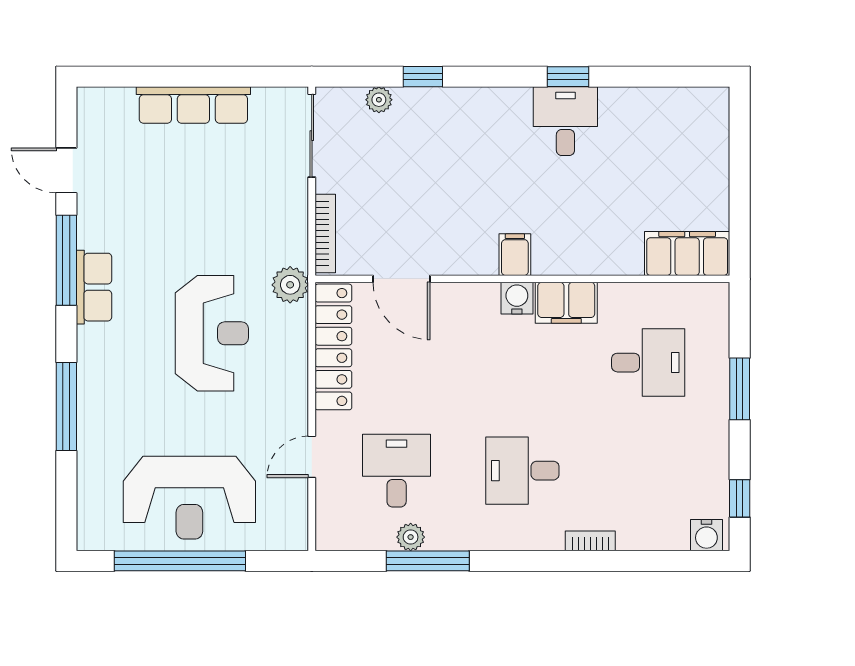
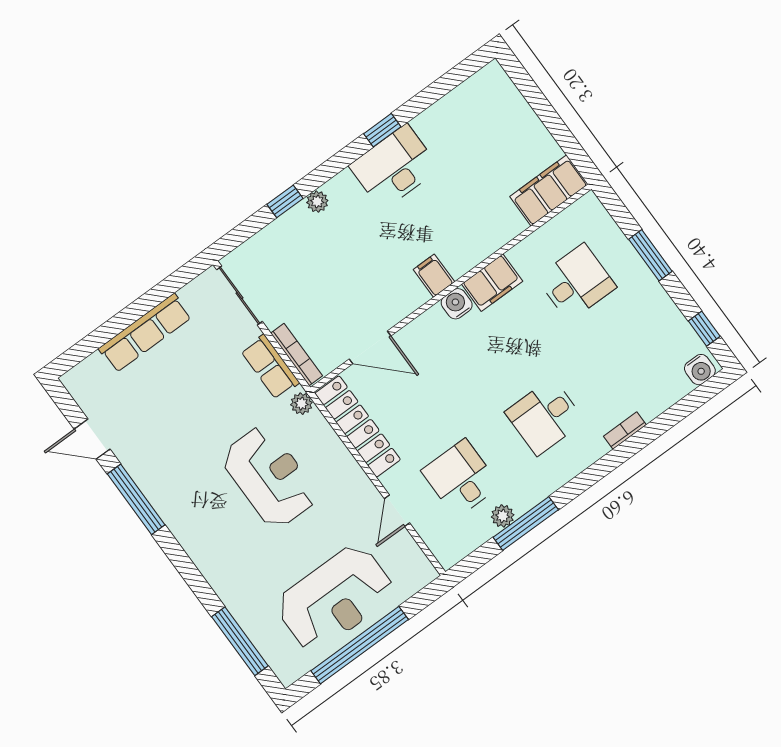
plant: (379, 100) -> (317, 202), moved
desk: (565, 121) -> (394, 167), width x1.37
plant: (290, 285) -> (301, 404), width x0.73, depth x0.73
row of seats: (94, 287) -> (270, 367), moved, turned 180
window: (66, 407) -> (240, 641), moved

